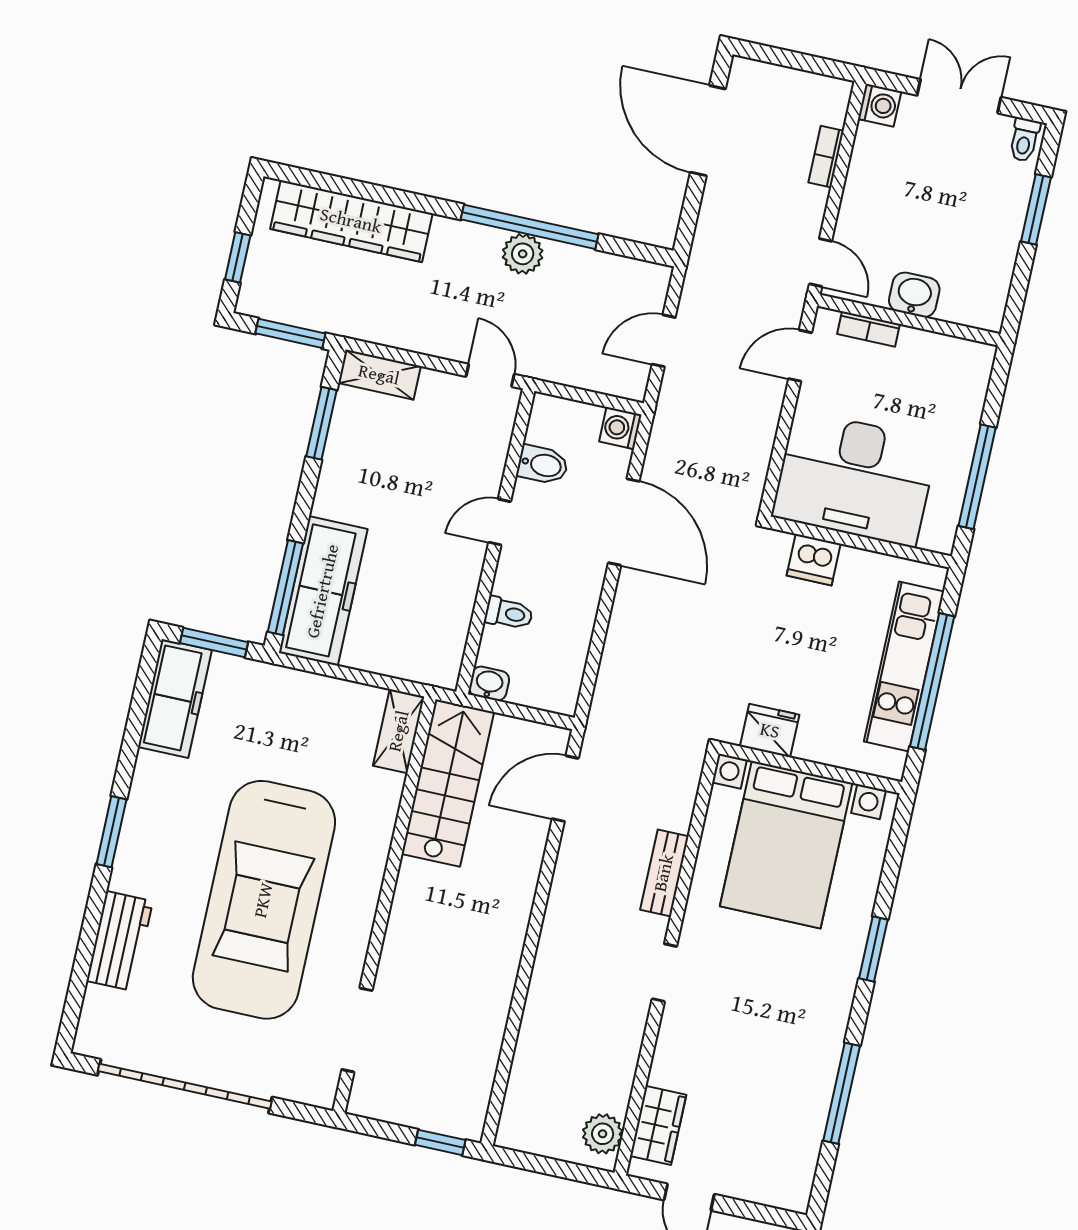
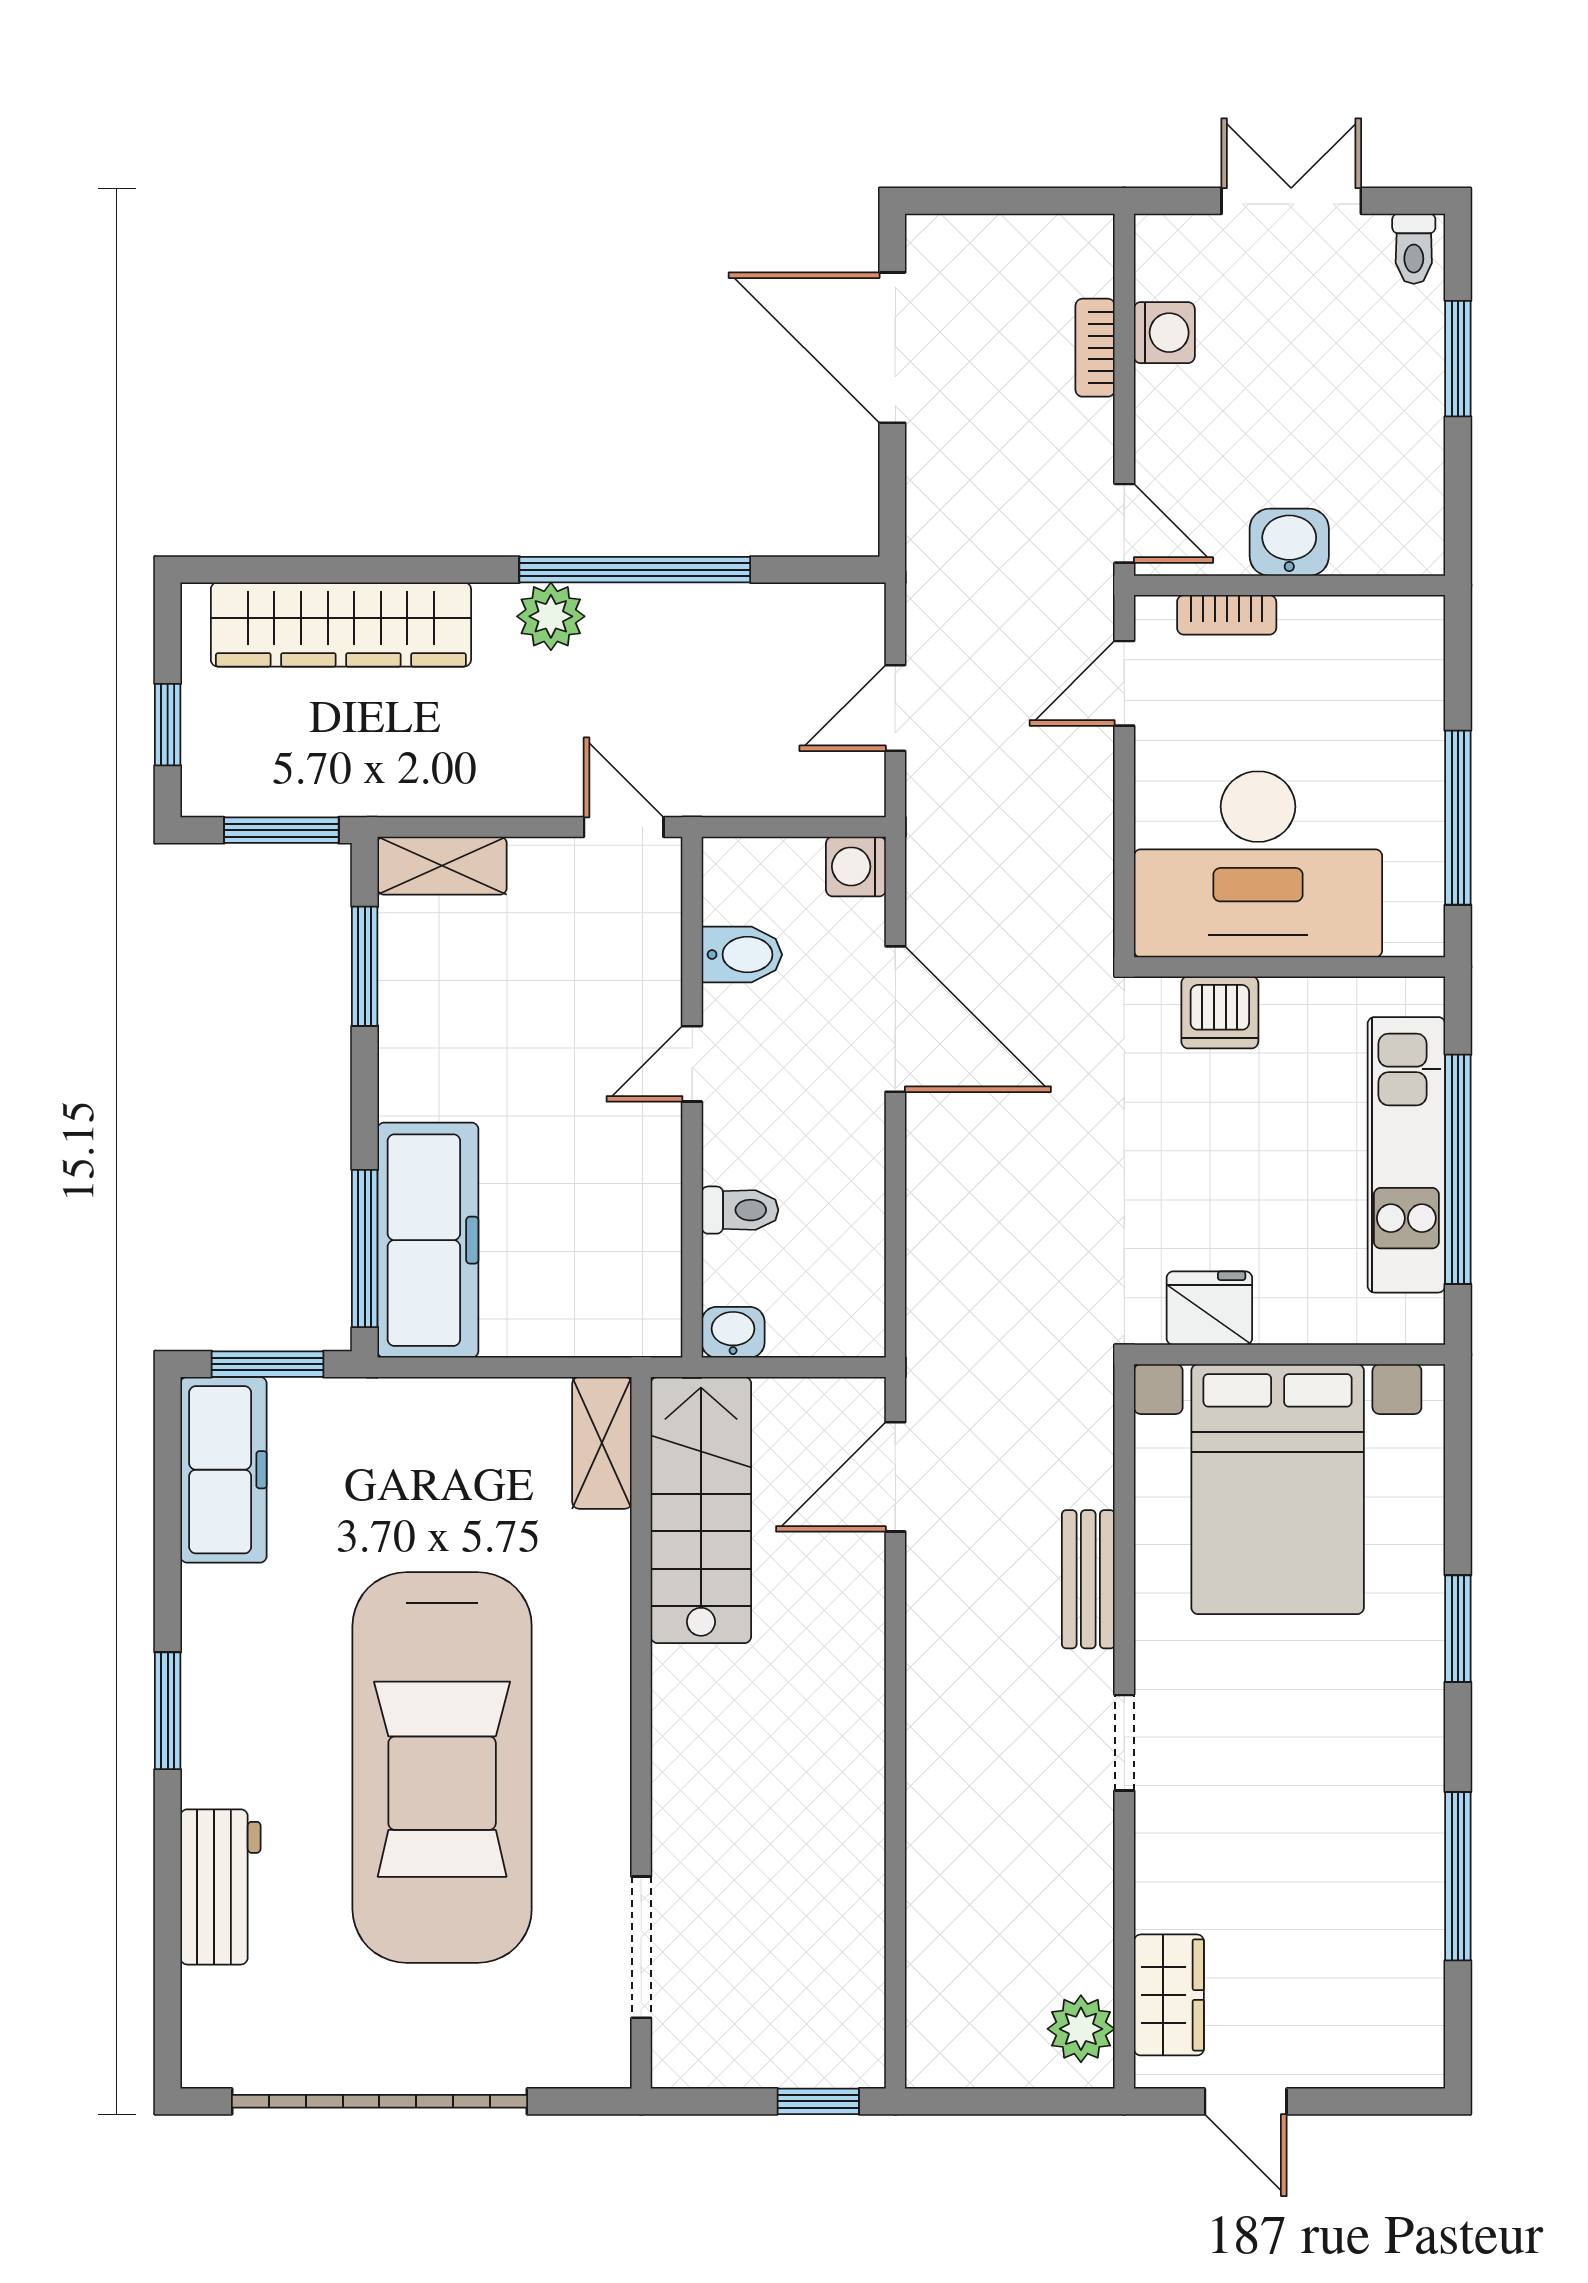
washing machine: (880, 105) -> (1164, 333), moved
plant: (523, 254) -> (551, 616), moved

